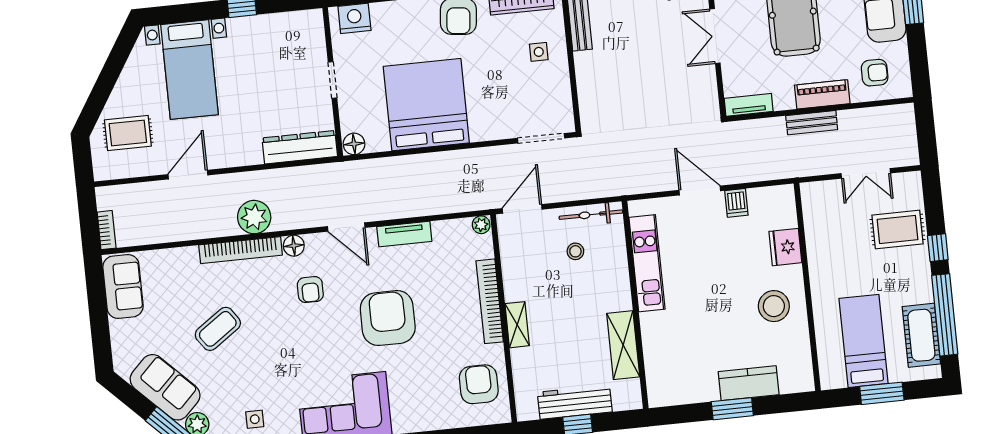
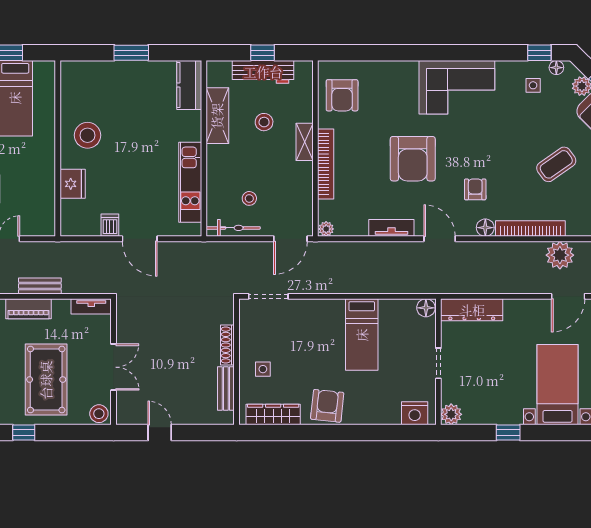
plant: (311, 22) -> (451, 414), added
shoe rack: (583, 76) -> (227, 345), added
bed: (426, 105) -> (362, 335), width x0.49
plant: (254, 217) -> (560, 255), moved
stool: (567, 343) -> (264, 122), added
kitchen counter: (749, 383) -> (189, 85), moved, turned 90

